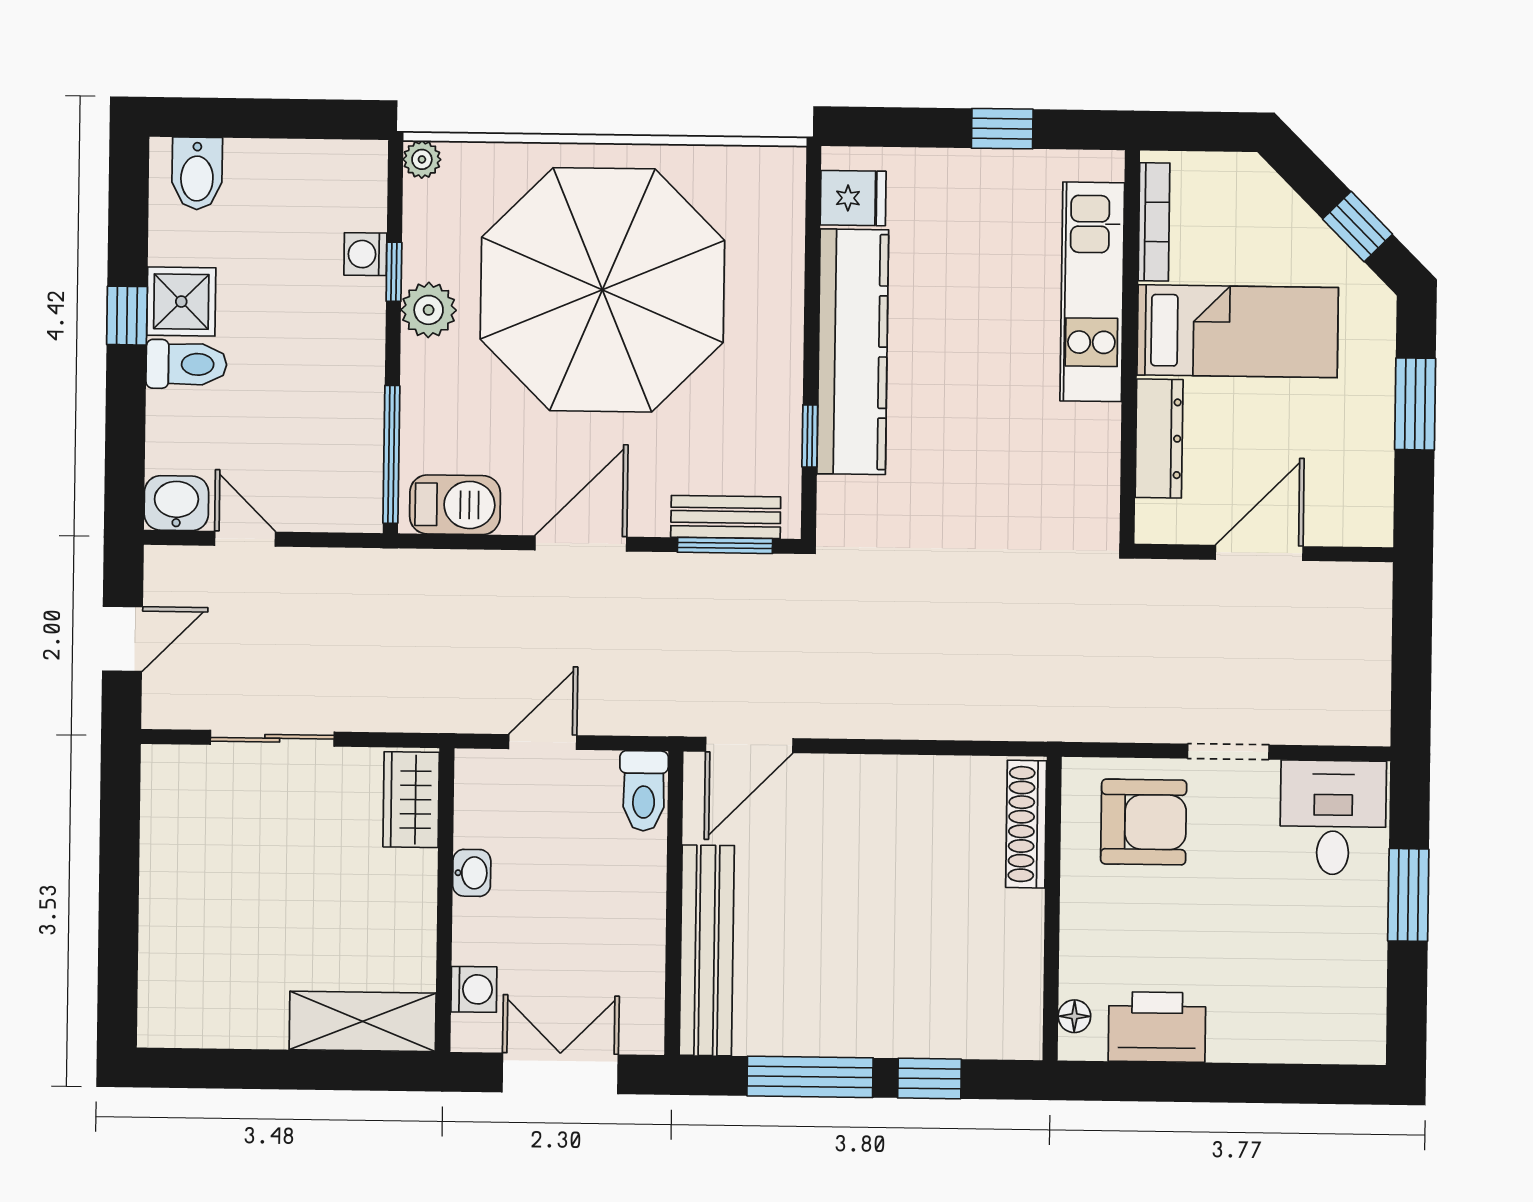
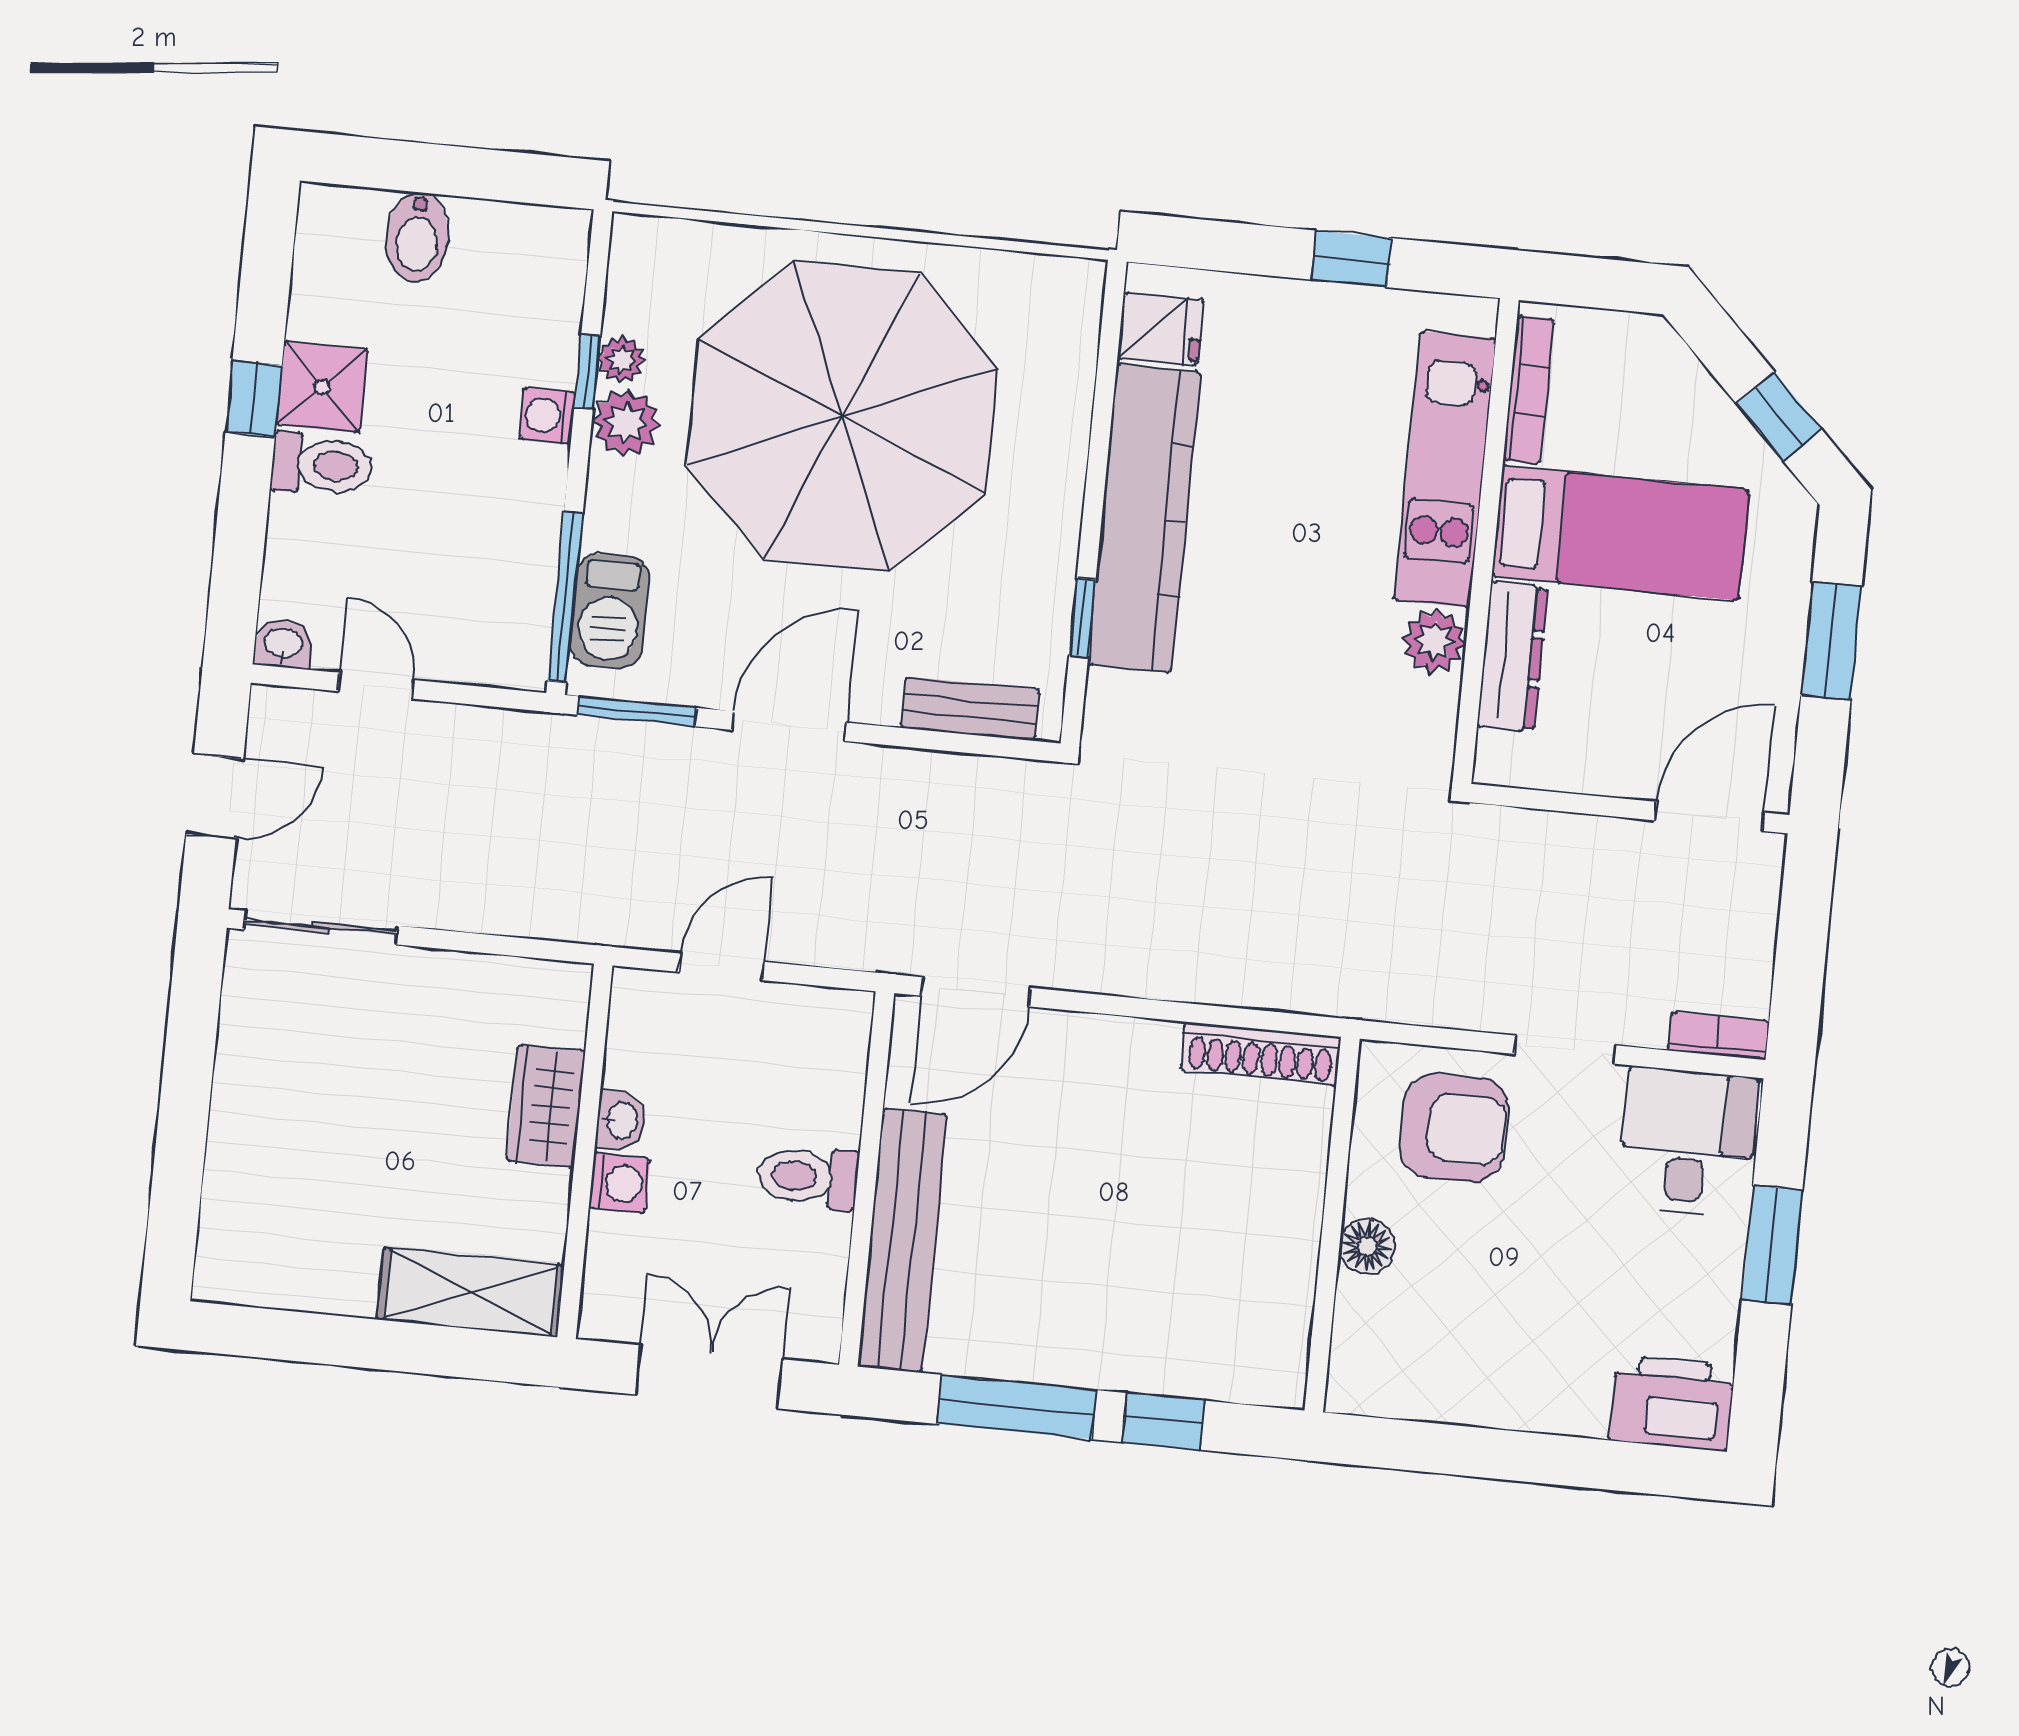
plant: (422, 159) -> (621, 359), moved
bidet: (197, 173) -> (417, 237), moved
washing machine: (365, 254) -> (547, 416), moved
plant: (1095, 431) -> (1434, 641), added
washbasin: (176, 503) -> (283, 644), width x0.72, depth x0.69
barbecue: (455, 505) -> (610, 611), moved, turned 90
window: (725, 545) -> (636, 711), moved
door: (1259, 553) -> (1709, 816), moved
bookcase: (1351, 730) -> (1719, 1036), added
sliding door: (272, 738) -> (321, 928), moved
toilet: (644, 791) -> (808, 1177), moved, turned 90
wardrobe: (411, 800) -> (546, 1106), moved
shoe rack: (1026, 824) -> (1261, 1053), moved, turned -90
washing machine: (474, 989) -> (619, 1183), moved
floor lamp: (1074, 1016) -> (1367, 1246), moved, width x1.37, depth x1.37
printer: (1157, 1027) -> (1672, 1403), moved

